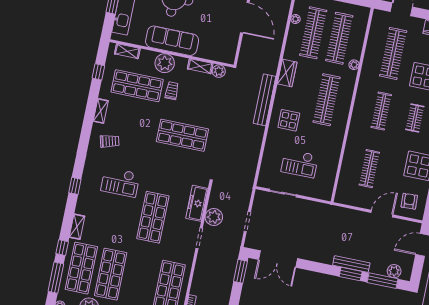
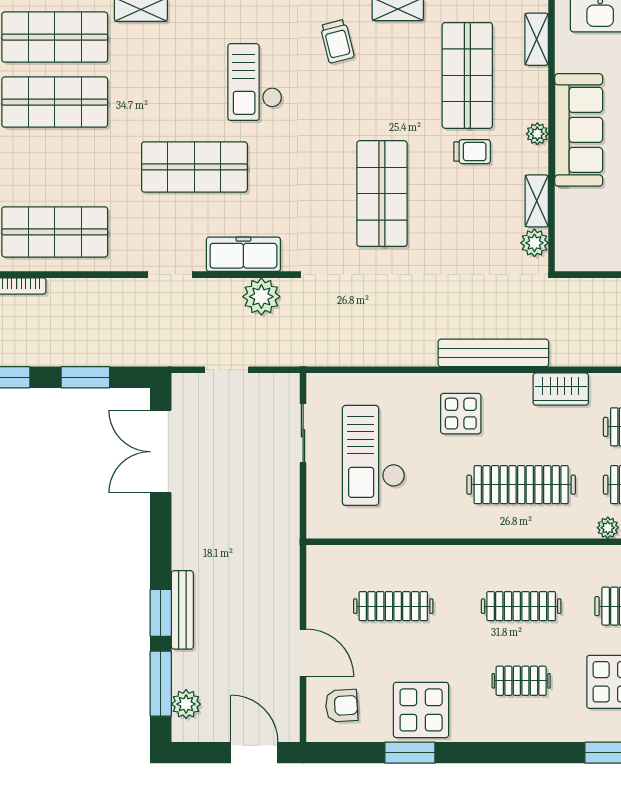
plant: (165, 63) -> (537, 134), width x0.53, depth x0.53
checkout: (300, 163) -> (374, 455), width x1.36, depth x1.21
plant: (214, 217) -> (261, 297), moved
window: (240, 271) -> (85, 377), moved

